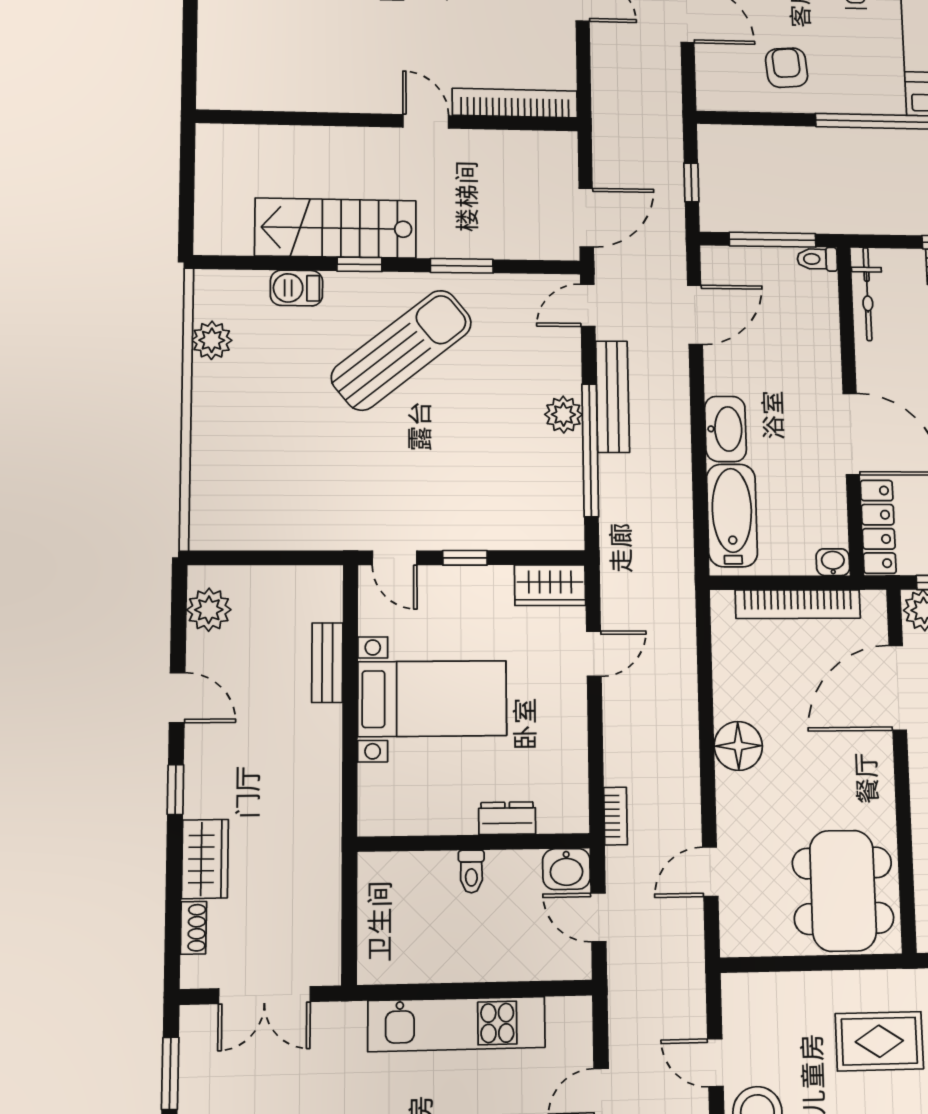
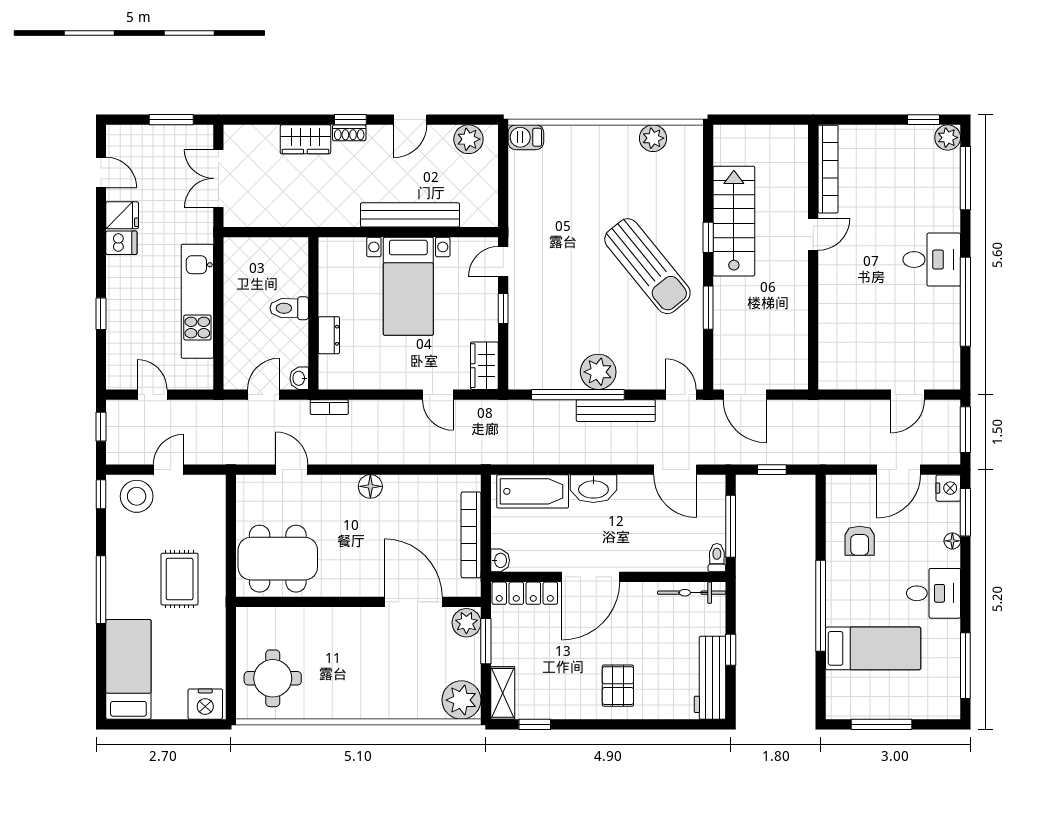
armchair: (787, 68) -> (860, 541), turned 95
bookcase: (515, 103) -> (828, 169), moved
door: (426, 121) -> (813, 234), moved
barbecue: (296, 288) -> (526, 137), moved, turned -90
plant: (563, 415) -> (598, 372), width x1.36, depth x1.36
bench: (327, 663) -> (410, 215), width x1.86, depth x1.21
floor lamp: (738, 746) -> (370, 486), width x0.73, depth x0.73
washbasin: (566, 869) -> (299, 378), width x0.72, depth x0.69
toilet: (471, 871) -> (289, 308), width x1.37, depth x1.39
shoe rack: (193, 928) -> (349, 133), moved

